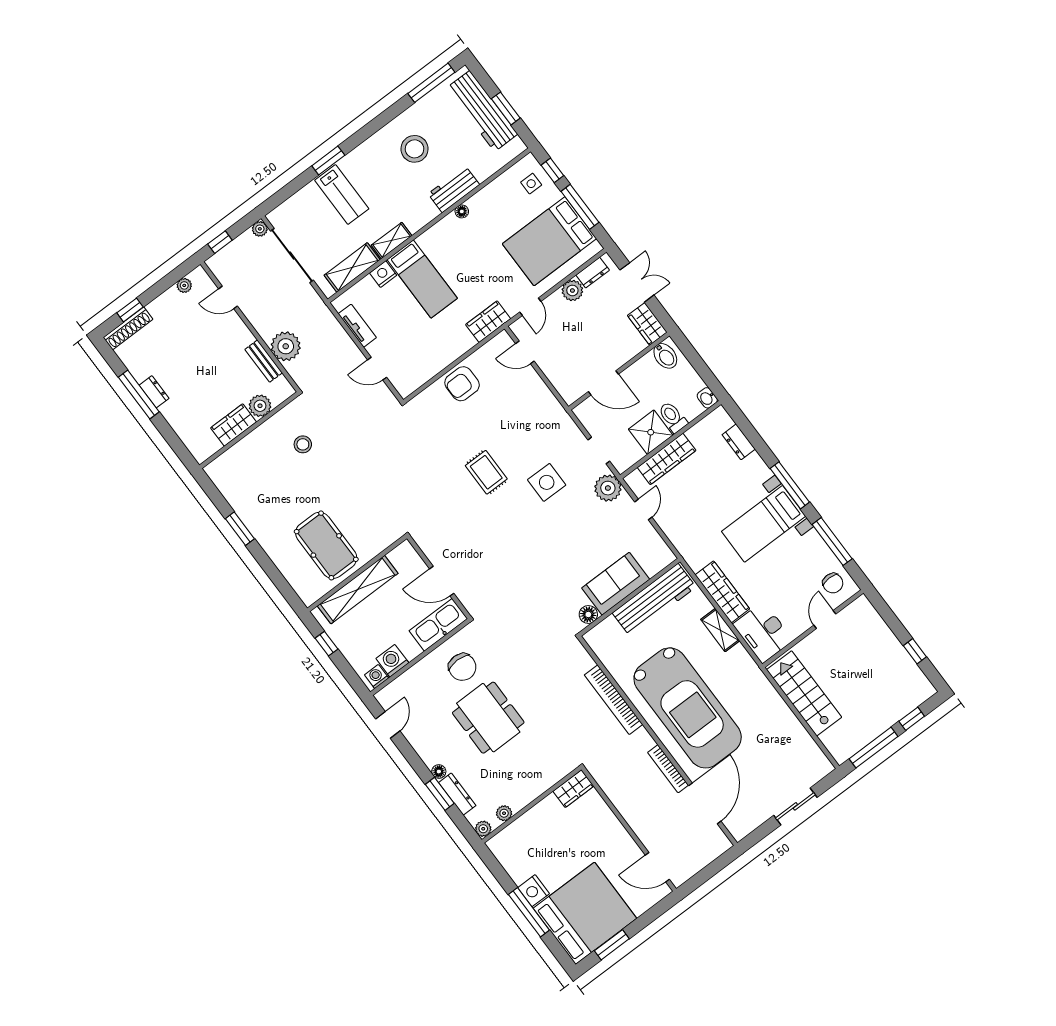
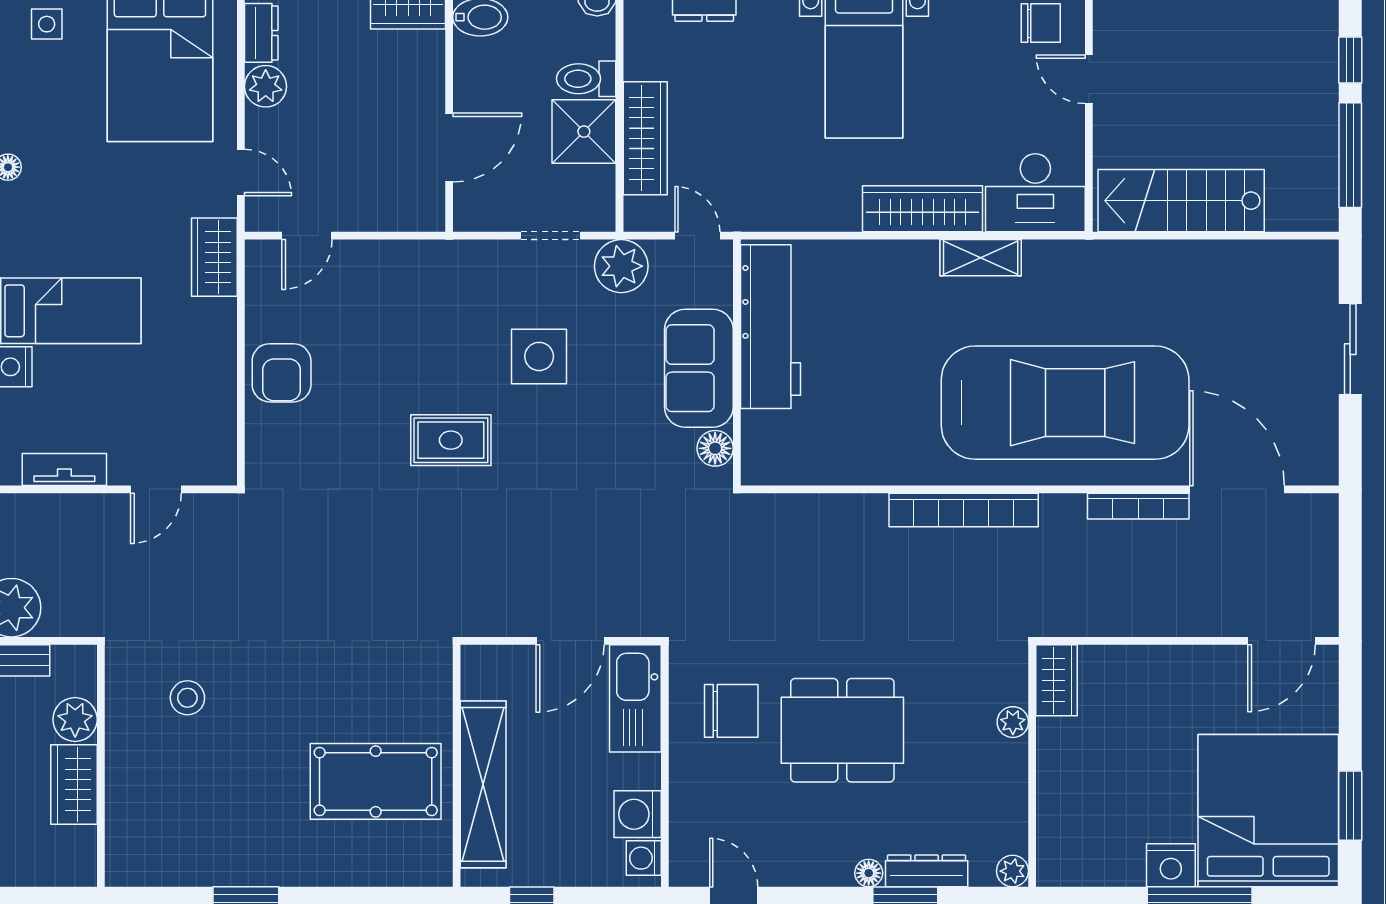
sofa: (616, 584) -> (699, 368), moved
wall: (629, 597) -> (737, 363), moved
workbench: (654, 600) -> (771, 327), moved
floor lamp: (588, 615) -> (715, 448), moved
plant: (504, 813) -> (1013, 722), moved

